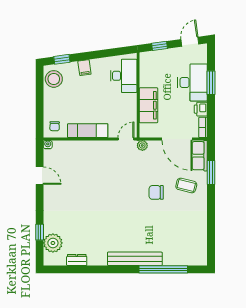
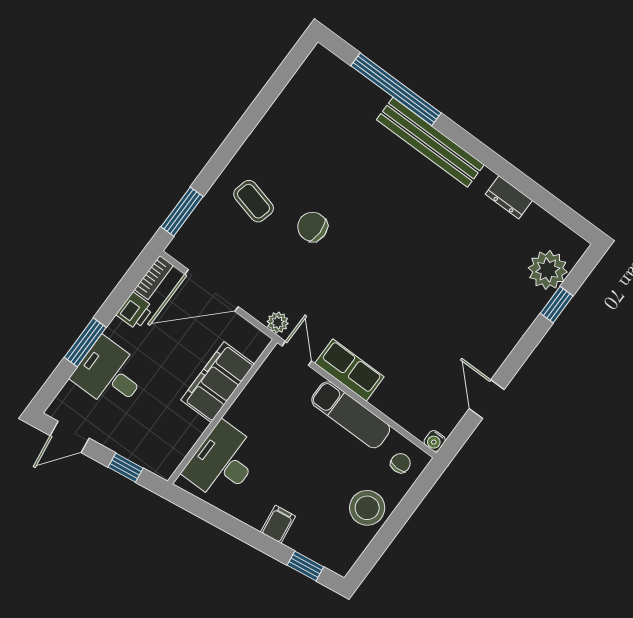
stool: (54, 79) -> (367, 508), moved
desk: (192, 82) -> (110, 374), width x0.73
door: (126, 139) -> (297, 353), swing flipped
door: (177, 139) -> (212, 290), swing flipped
row of seats: (200, 156) -> (349, 370), moved, turned -90
window: (211, 173) -> (182, 212), moved
chair: (156, 192) -> (312, 227), turned 180
dresser: (77, 260) -> (509, 197), moved

